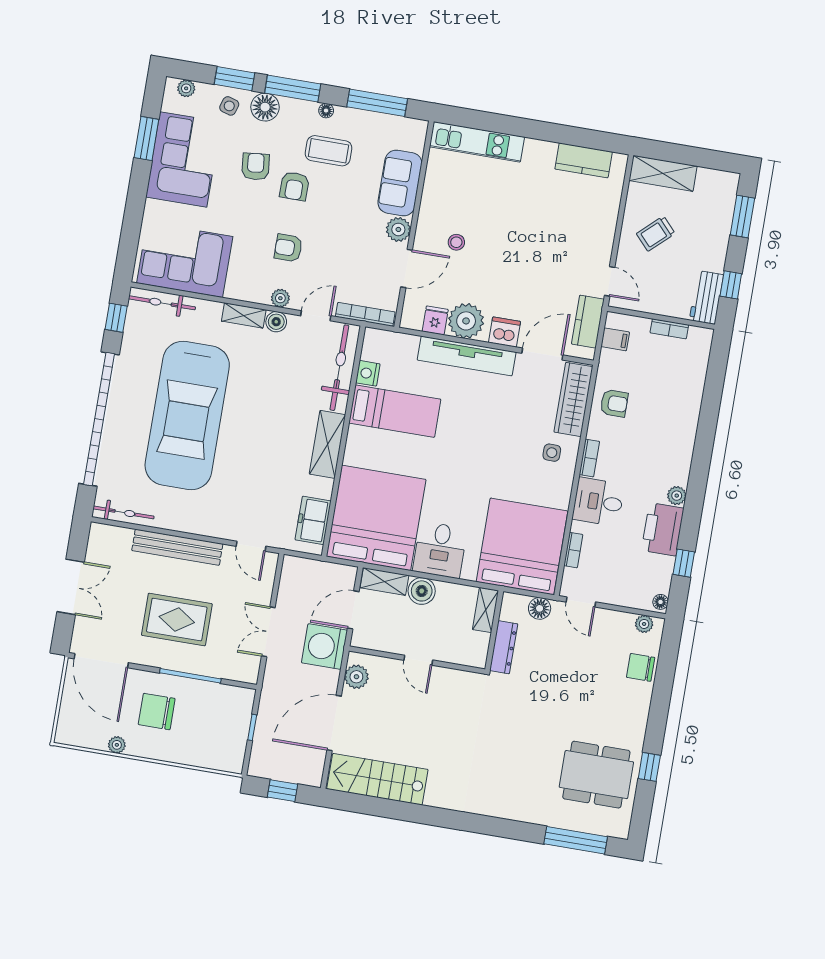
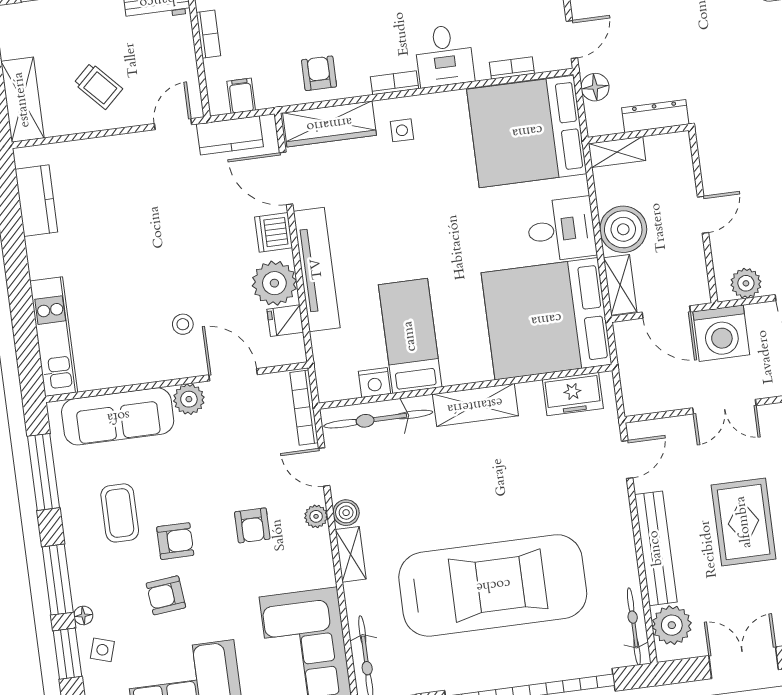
floor lamp: (265, 107) -> (83, 615), width x0.53, depth x0.53
floor lamp: (326, 111) -> (72, 531), removed
sofa: (400, 183) -> (118, 416), width x1.36
plant: (116, 541) -> (672, 625), added
boiler: (422, 591) -> (623, 229), width x1.37, depth x1.37

